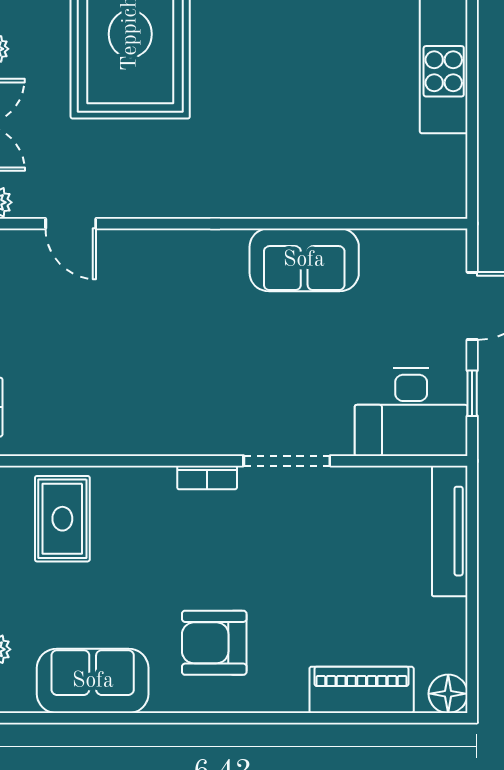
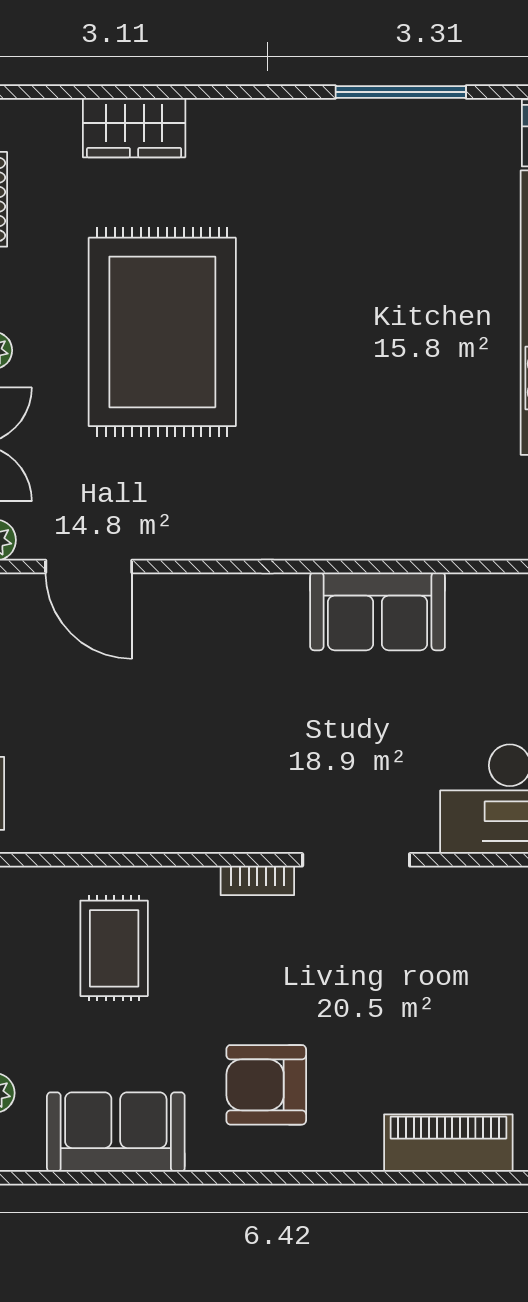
door: (71, 224) -> (89, 566), width x1.38
rug: (62, 519) -> (114, 948), moved

